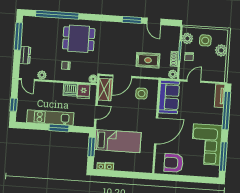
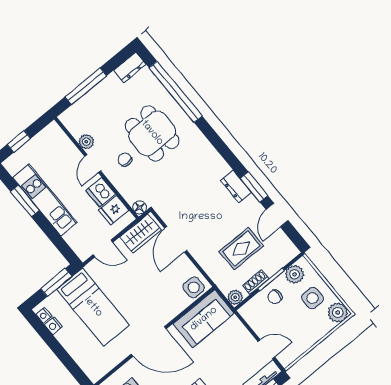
dresser: (124, 28) -> (236, 186), added
window: (18, 36) -> (86, 86), moved
dining table: (79, 39) -> (152, 133), moved
plant: (221, 50) -> (338, 313), moved
dresser: (25, 55) -> (130, 67), moved
rug: (148, 60) -> (241, 249), moved, turned 90
door: (122, 76) -> (176, 239), hinge flipped
door: (28, 80) -> (93, 164), moved
door: (194, 81) -> (266, 349), moved
side table: (142, 94) -> (194, 287), moved
window: (59, 128) -> (25, 201), moved

